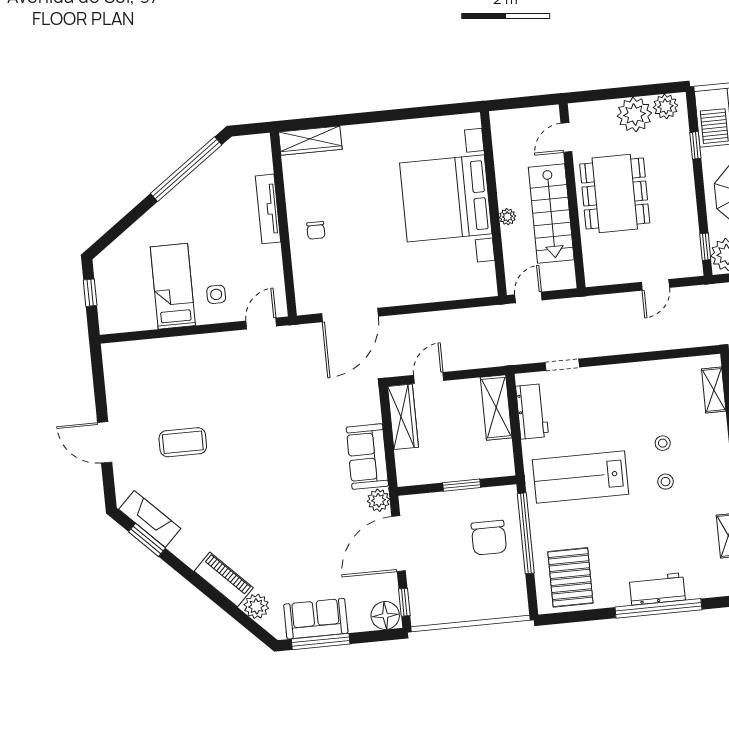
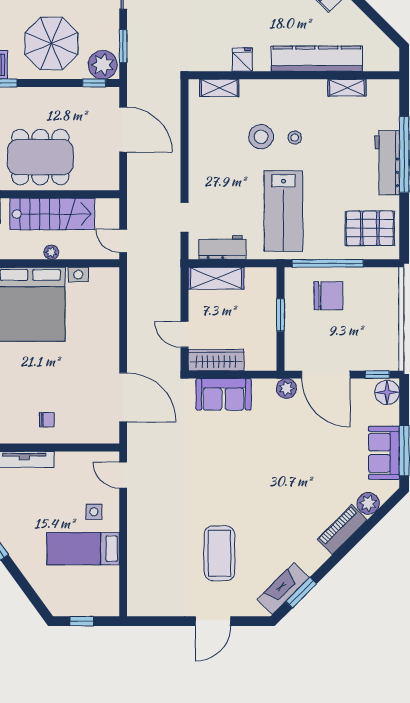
door: (655, 285) -> (123, 130), width x1.88
coffee table: (183, 442) -> (219, 553), width x1.36, depth x1.32
stool: (663, 443) -> (261, 137), width x1.89, depth x1.89
sofa: (367, 457) -> (223, 394), moved
workbench: (657, 589) -> (387, 163), width x1.38

